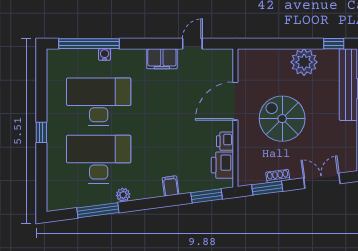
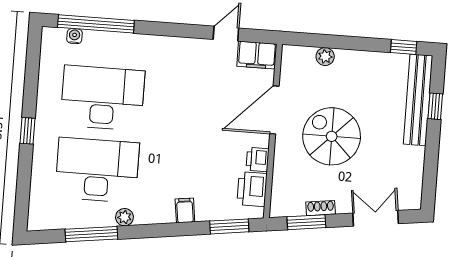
water cooler: (105, 55) -> (74, 36), moved
filing cabinet: (162, 59) -> (257, 55), moved
plant: (304, 62) -> (325, 57), moved, width x0.53, depth x0.53

